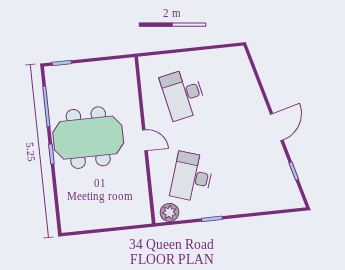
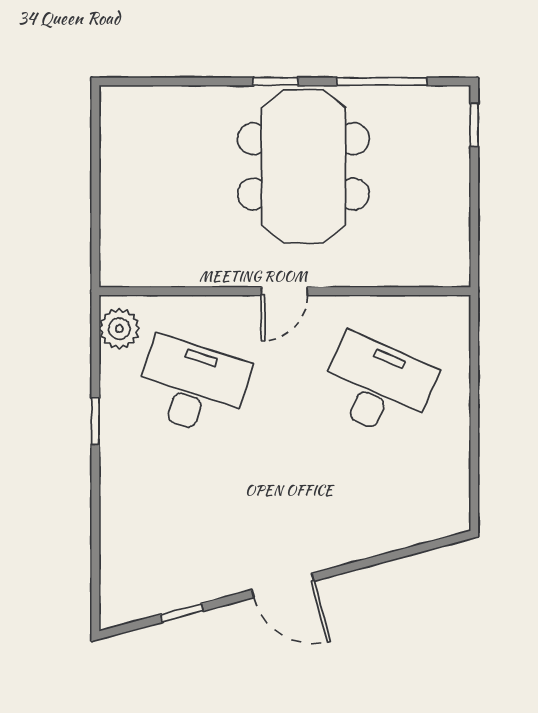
desk: (183, 94) -> (377, 386), turned 36

